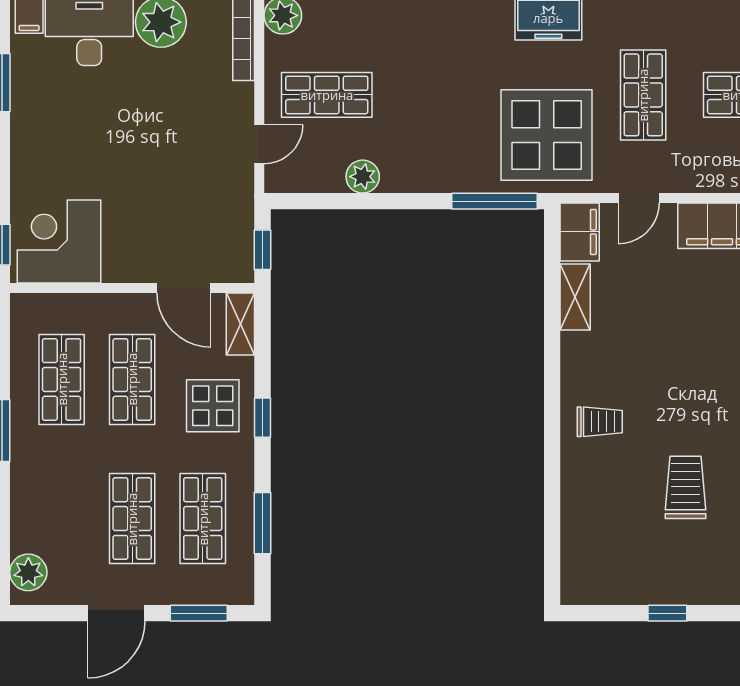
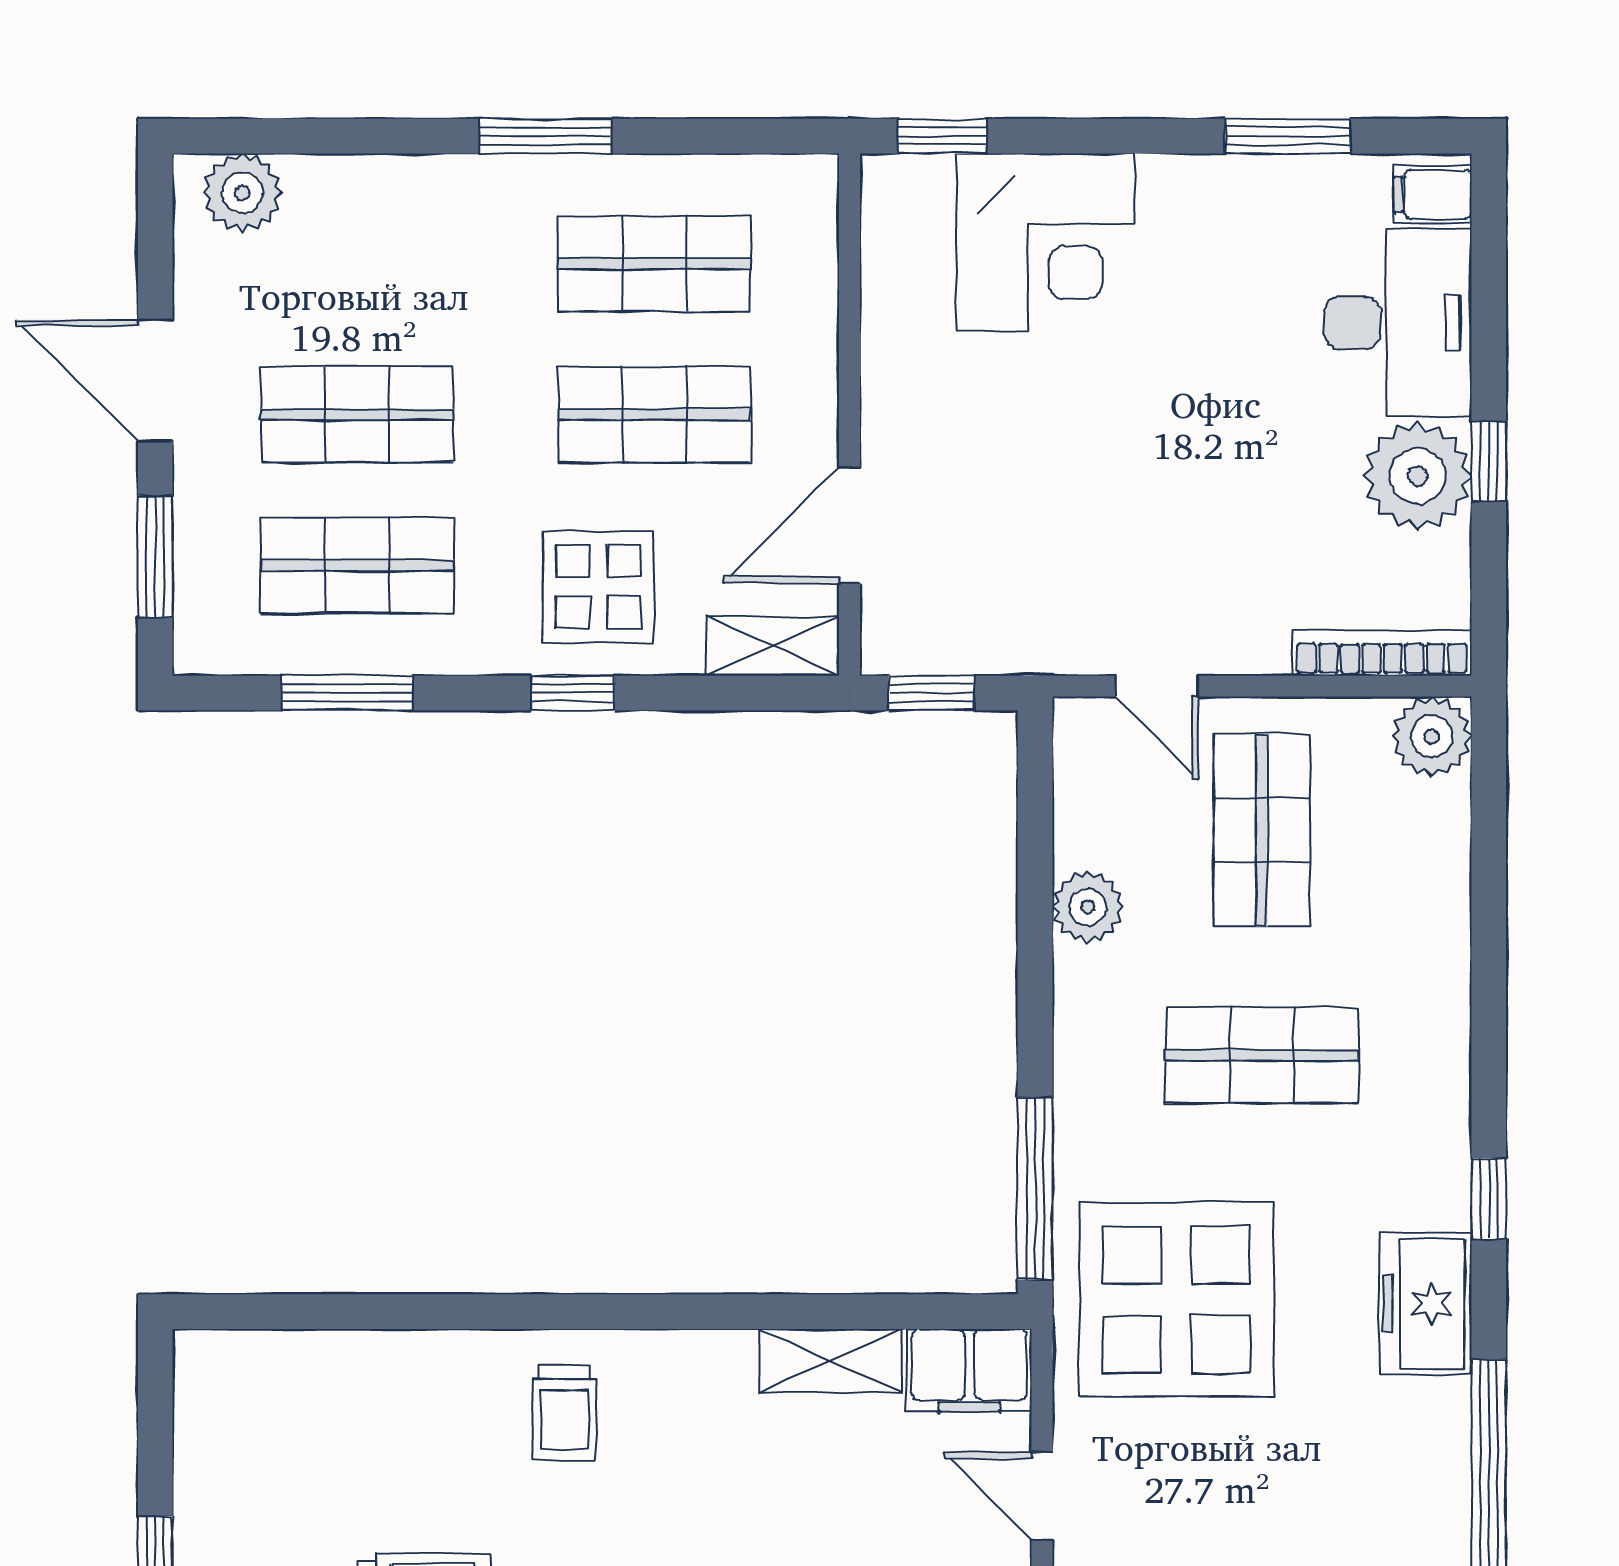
shop shelf: (643, 95) -> (1262, 1055), moved
corner desk: (59, 242) -> (1045, 242), moved, turned 90

